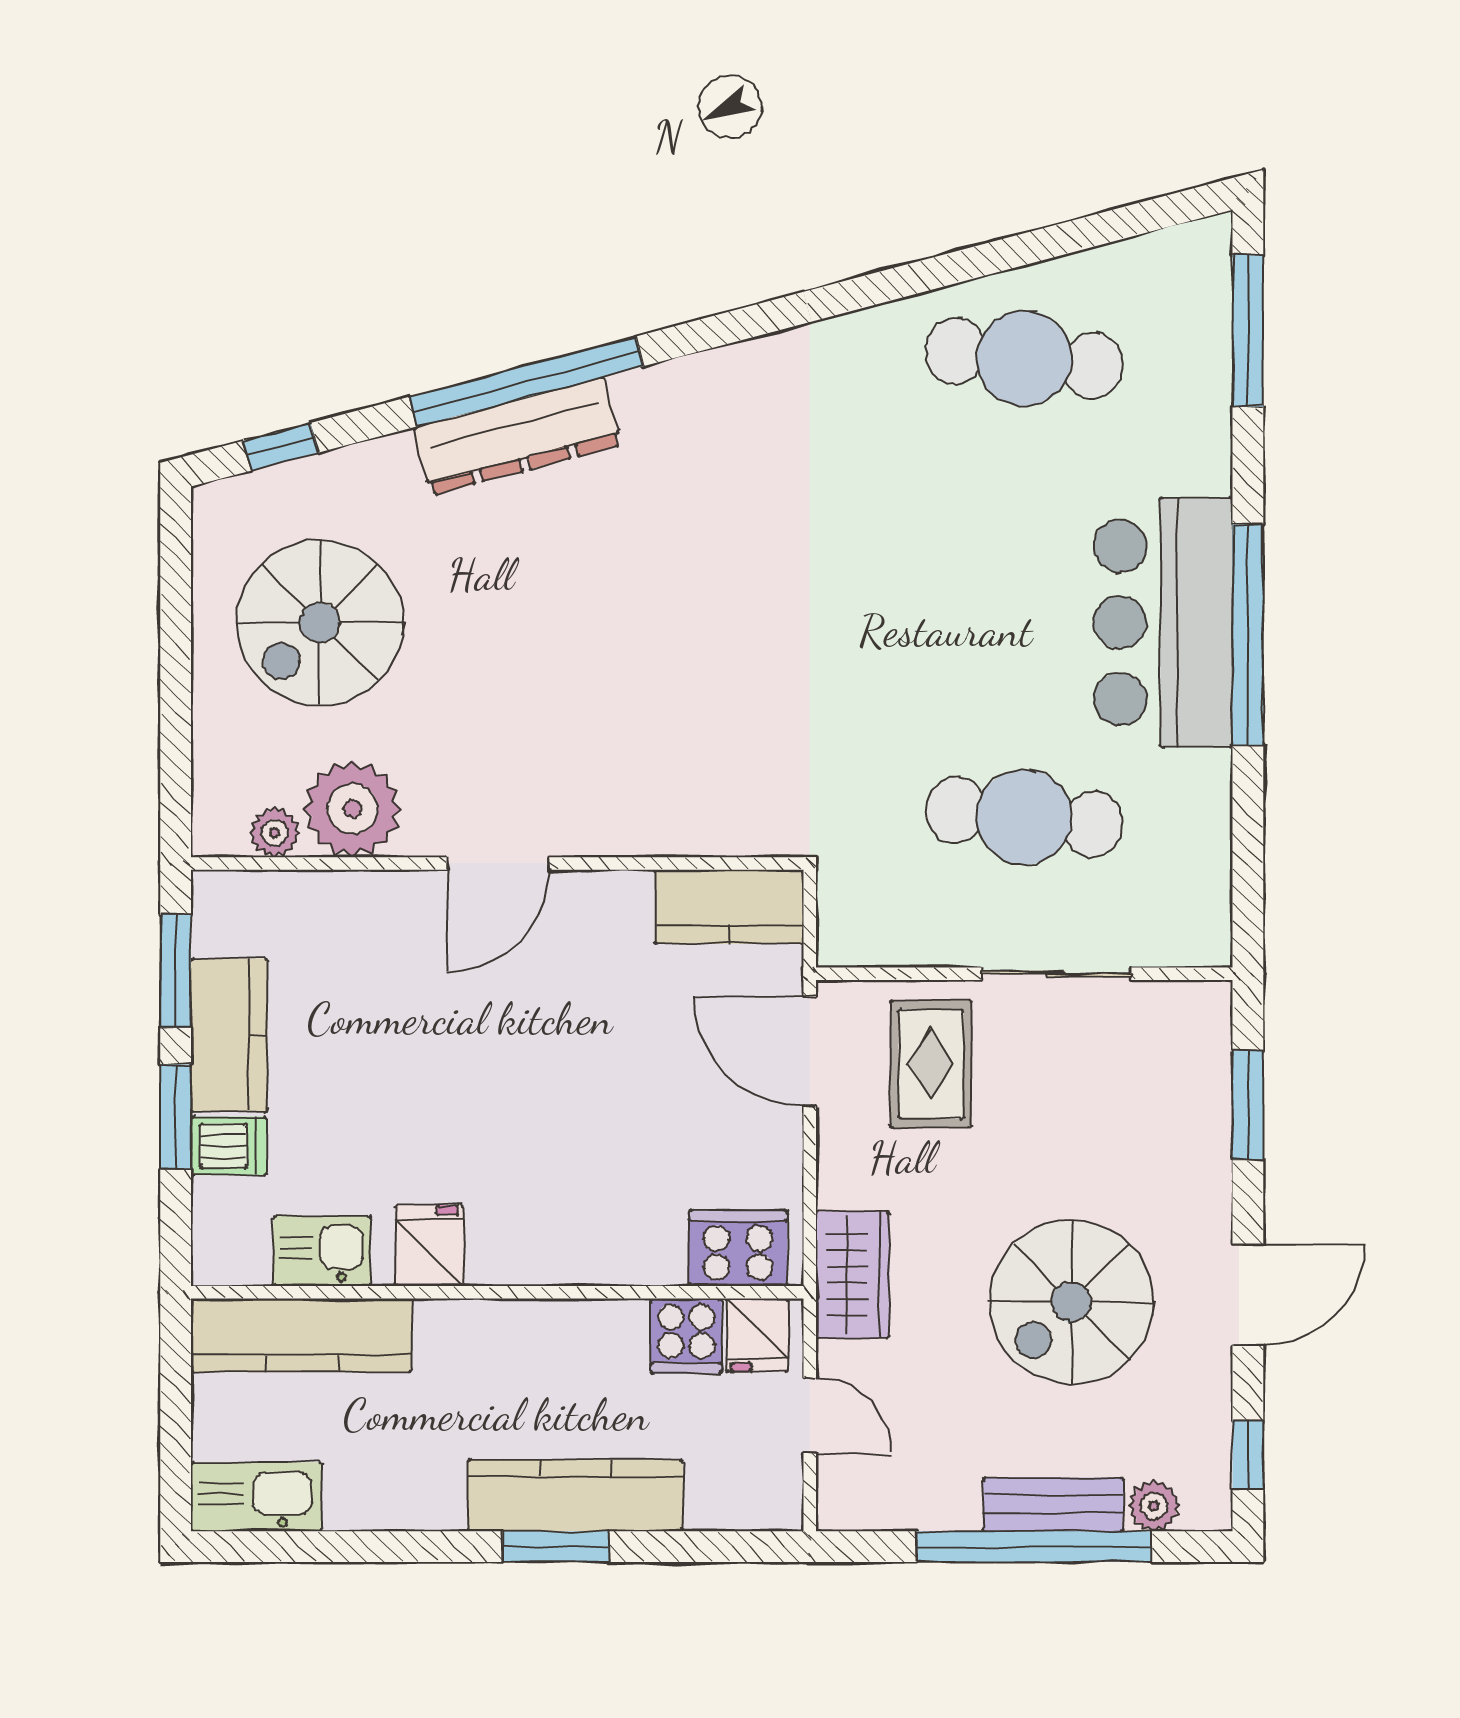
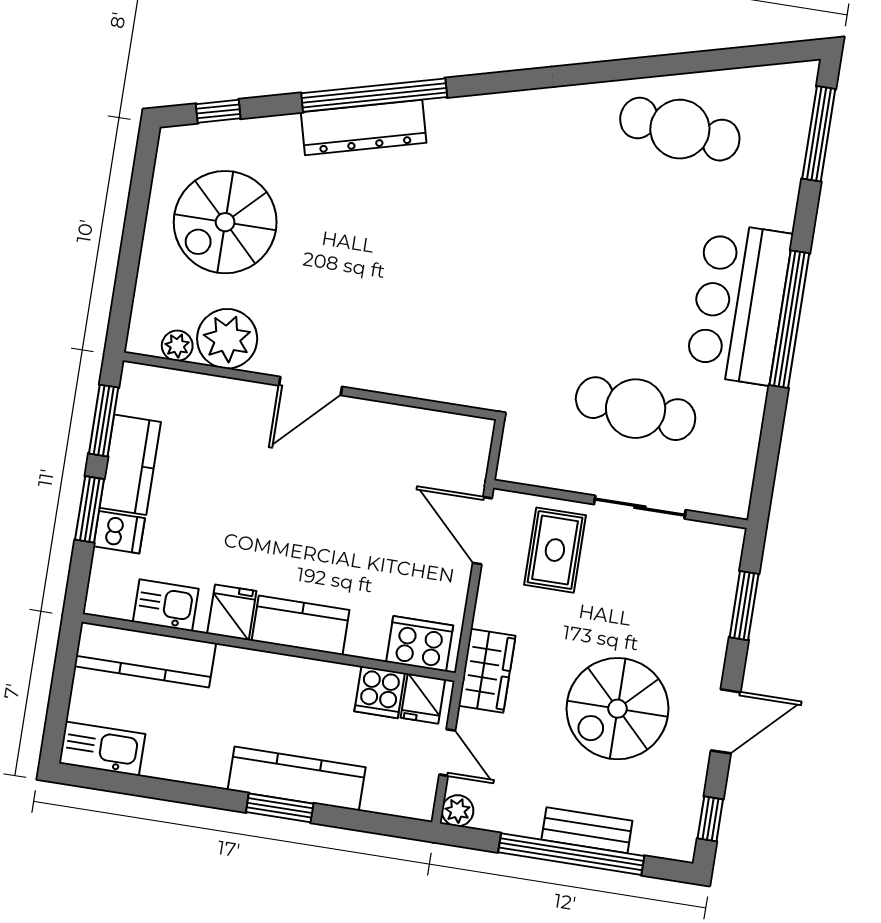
kitchen counter: (729, 907) -> (301, 625), moved, turned 180
plant: (1154, 1506) -> (458, 811), moved

